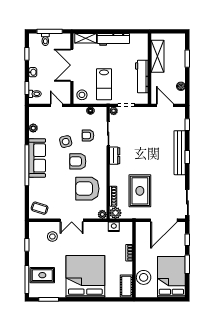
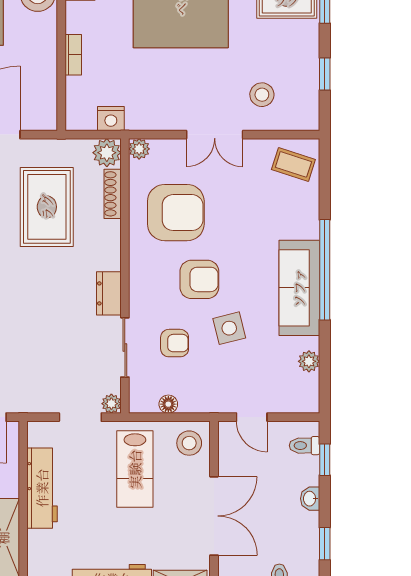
lab bench: (104, 84) -> (135, 469), turned 180
double door: (72, 220) -> (215, 135), swing flipped

